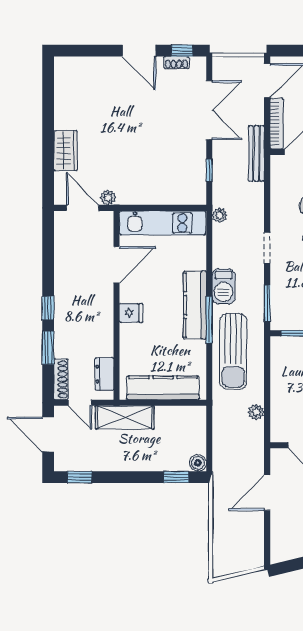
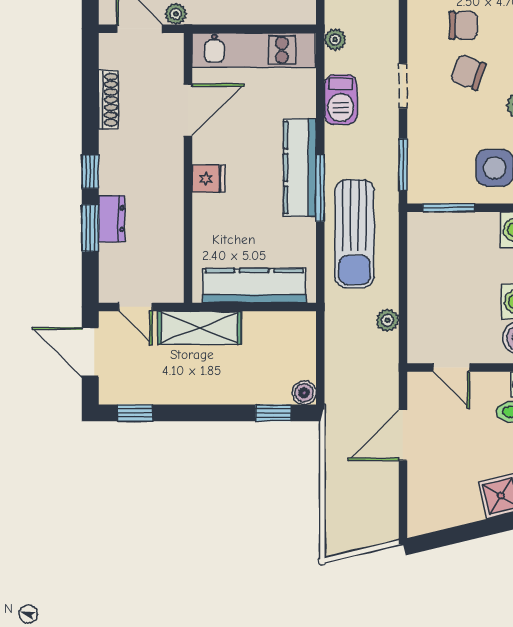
barbecue: (224, 286) -> (341, 100), moved
dresser: (105, 374) -> (112, 219), moved, turned 180
shoe rack: (61, 379) -> (108, 100), moved

